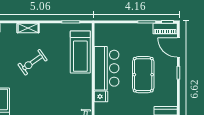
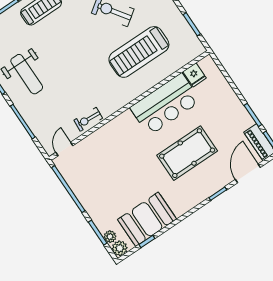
treadmill: (80, 52) -> (139, 52), moved
fridge: (101, 96) -> (195, 75), moved

